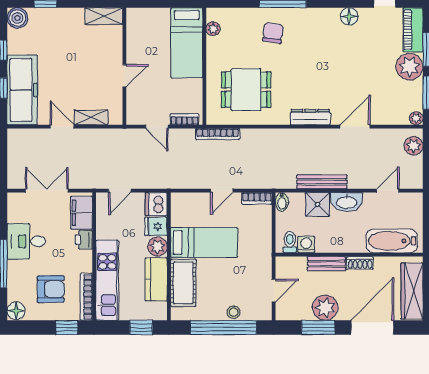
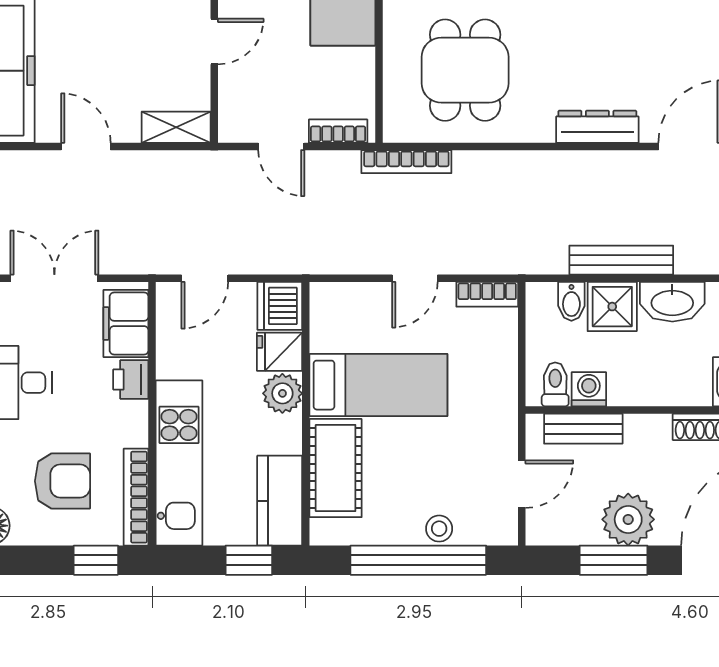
dining table: (246, 90) -> (465, 70), turned 90
shelving: (91, 117) -> (176, 127), moved
bidet: (282, 202) -> (571, 301), moved
bench: (326, 264) -> (583, 429), moved
kitchen counter: (156, 279) -> (280, 501), moved

